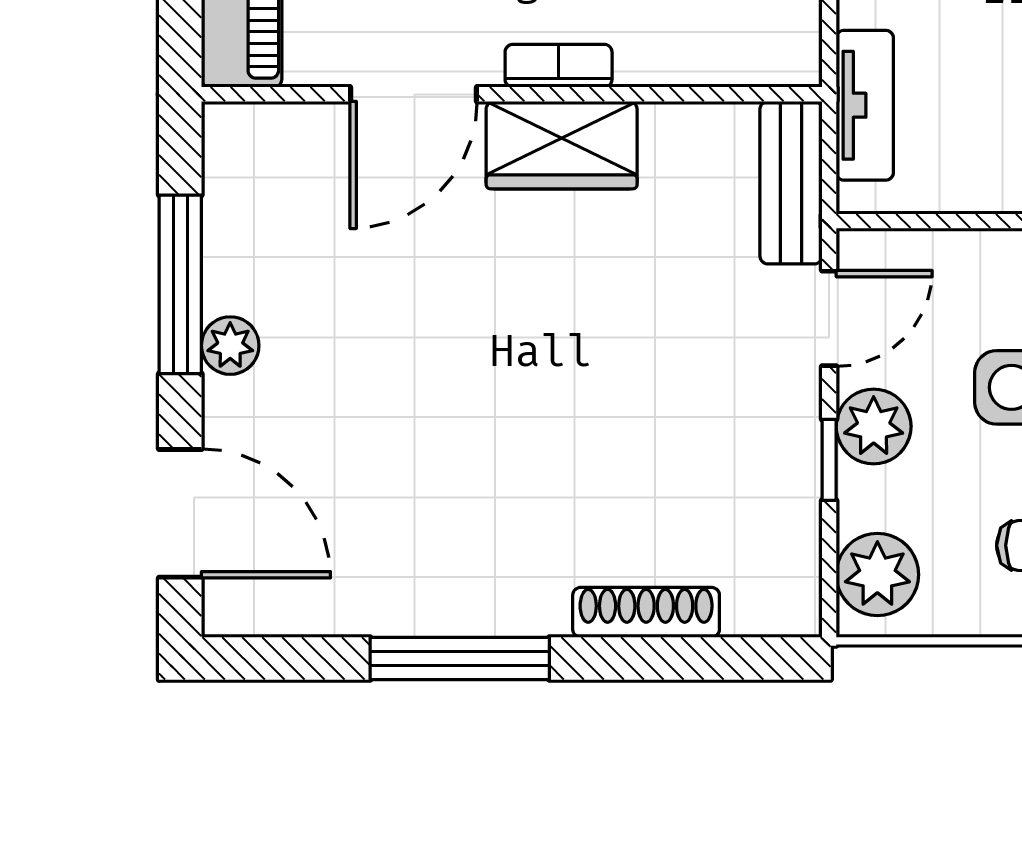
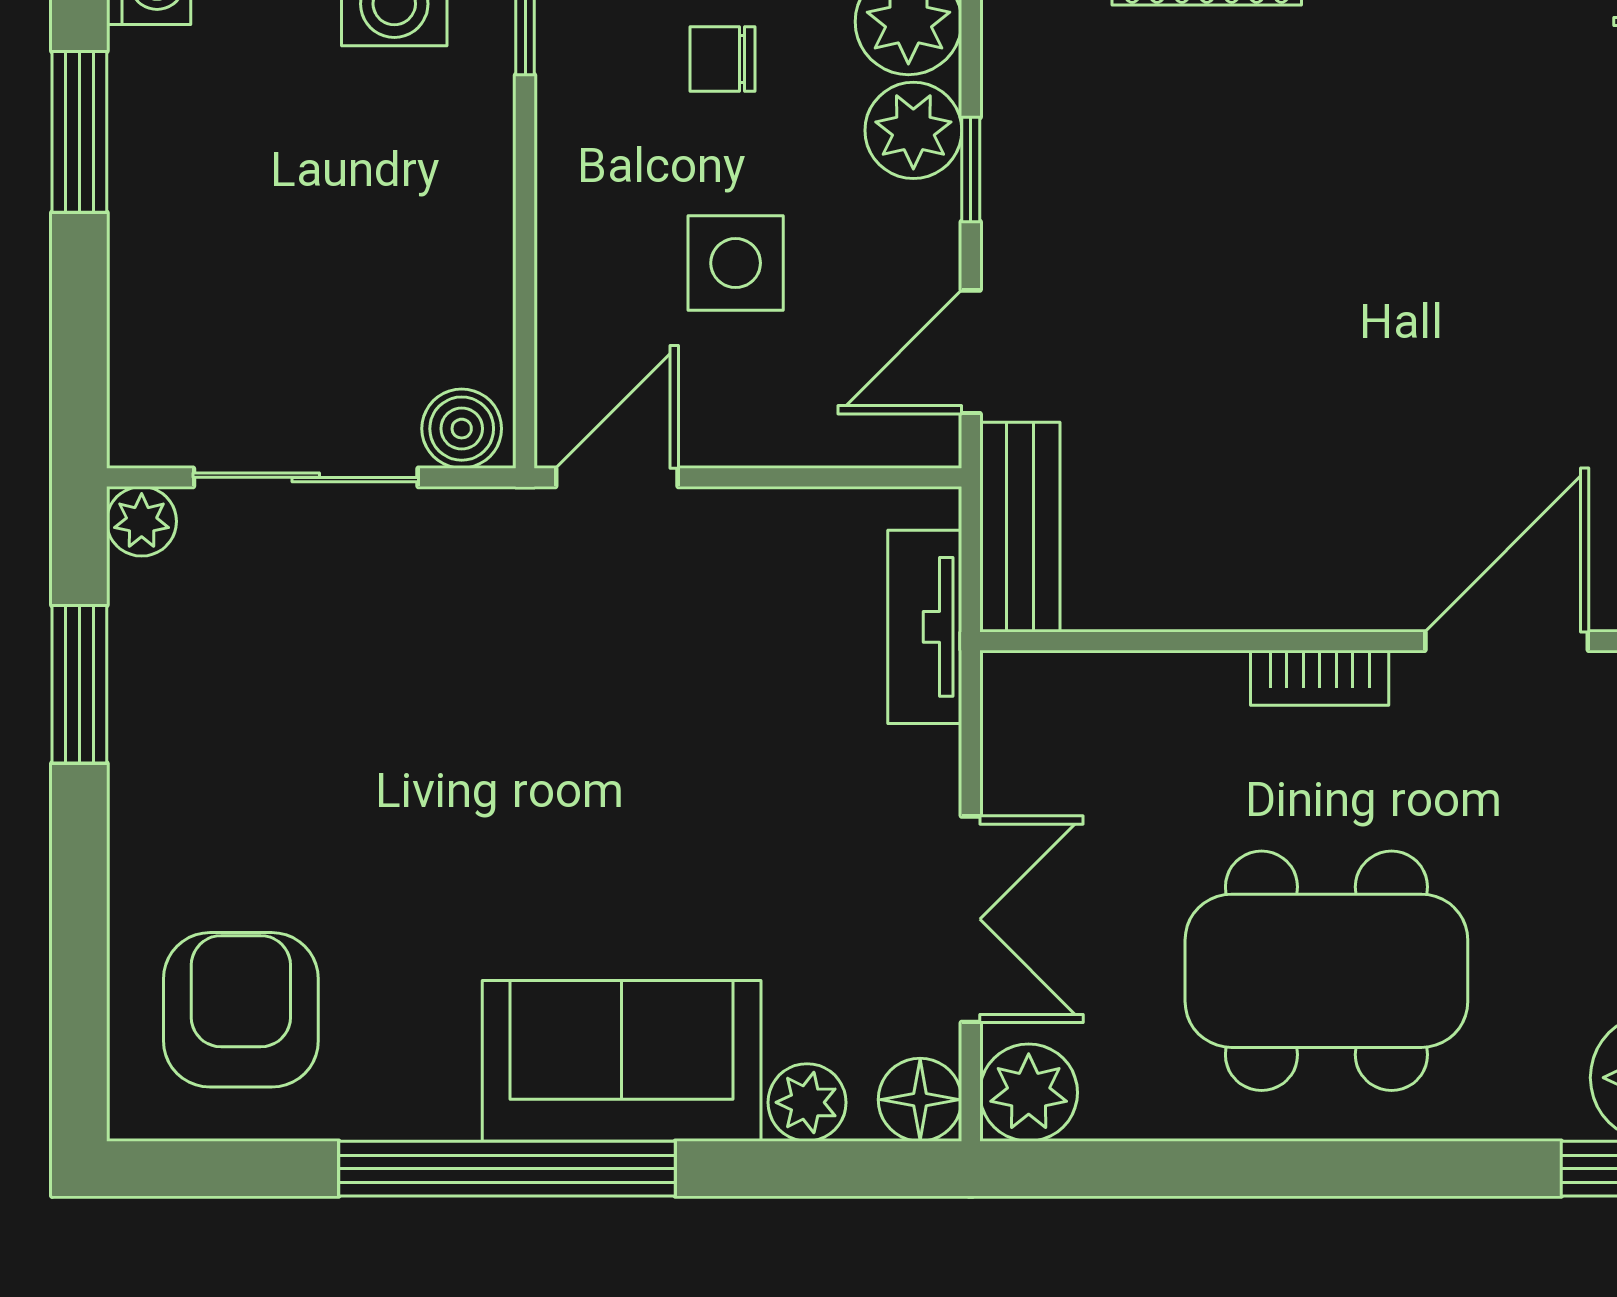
wardrobe: (562, 145) -> (1316, 576), removed
plant: (874, 426) -> (913, 130), moved

